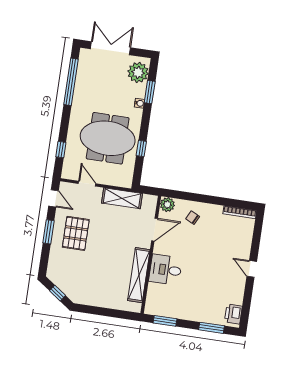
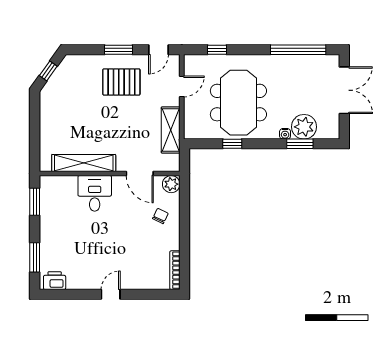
plant: (138, 72) -> (304, 127), moved

